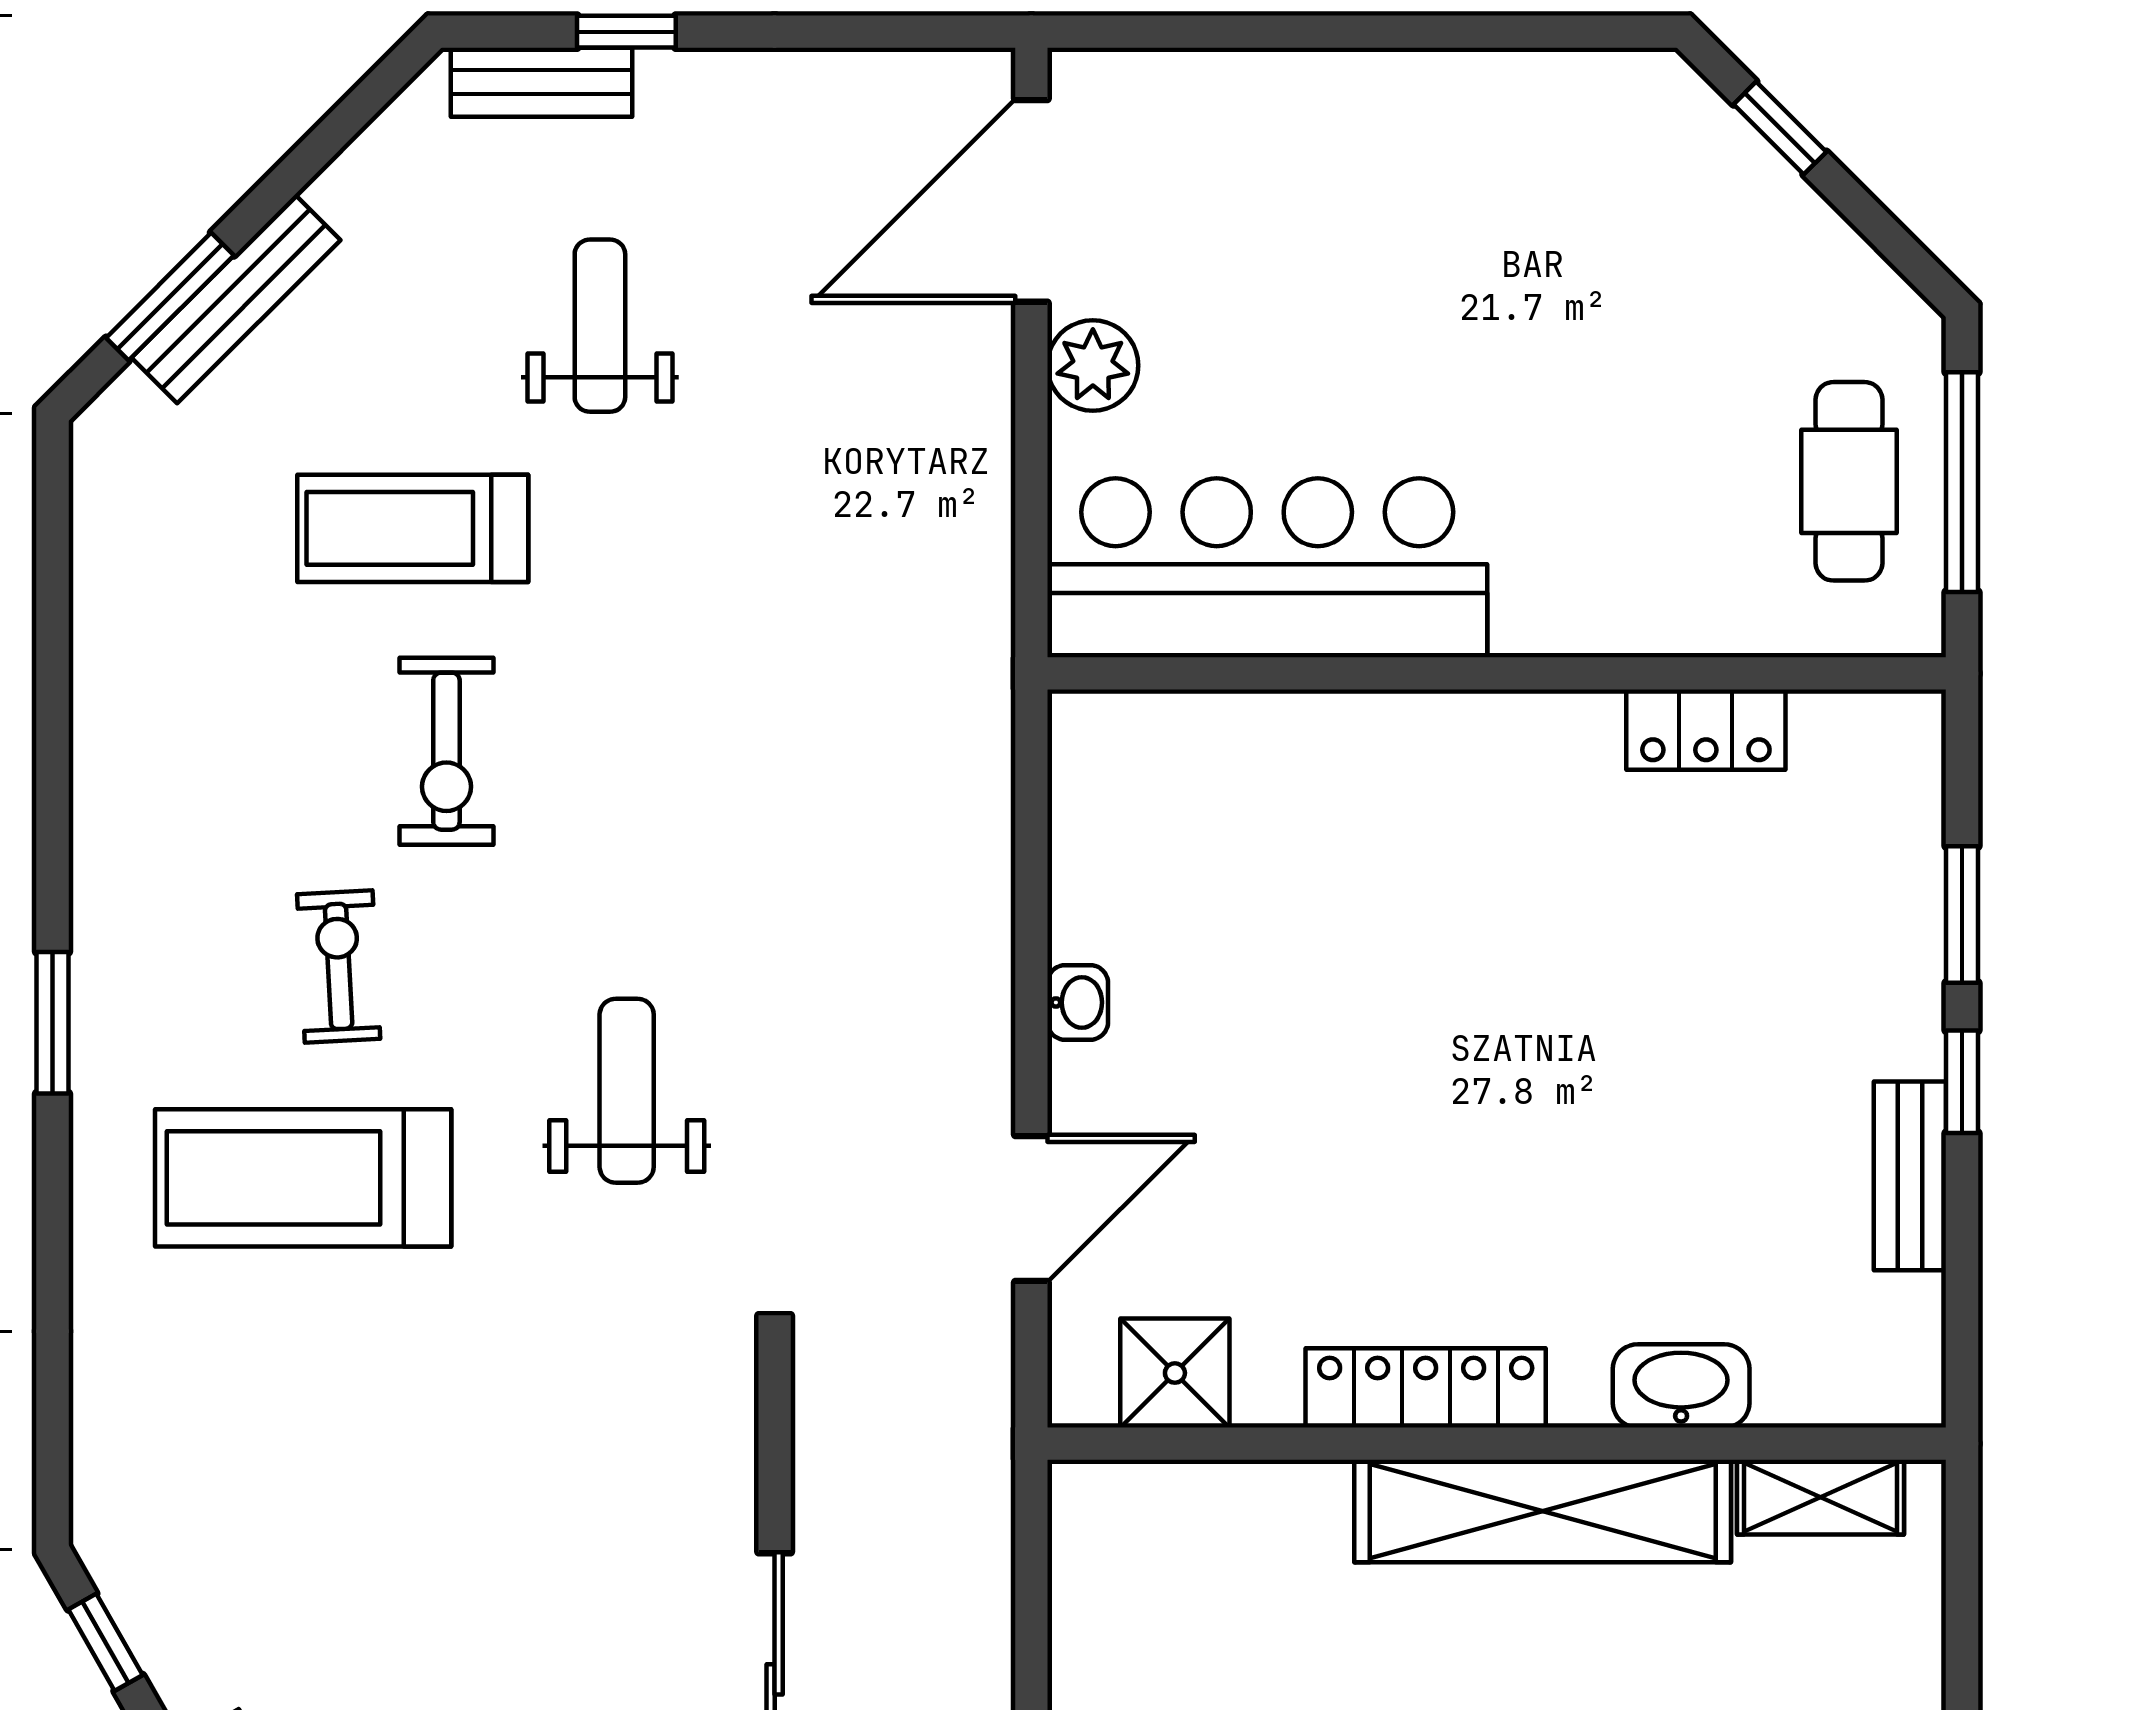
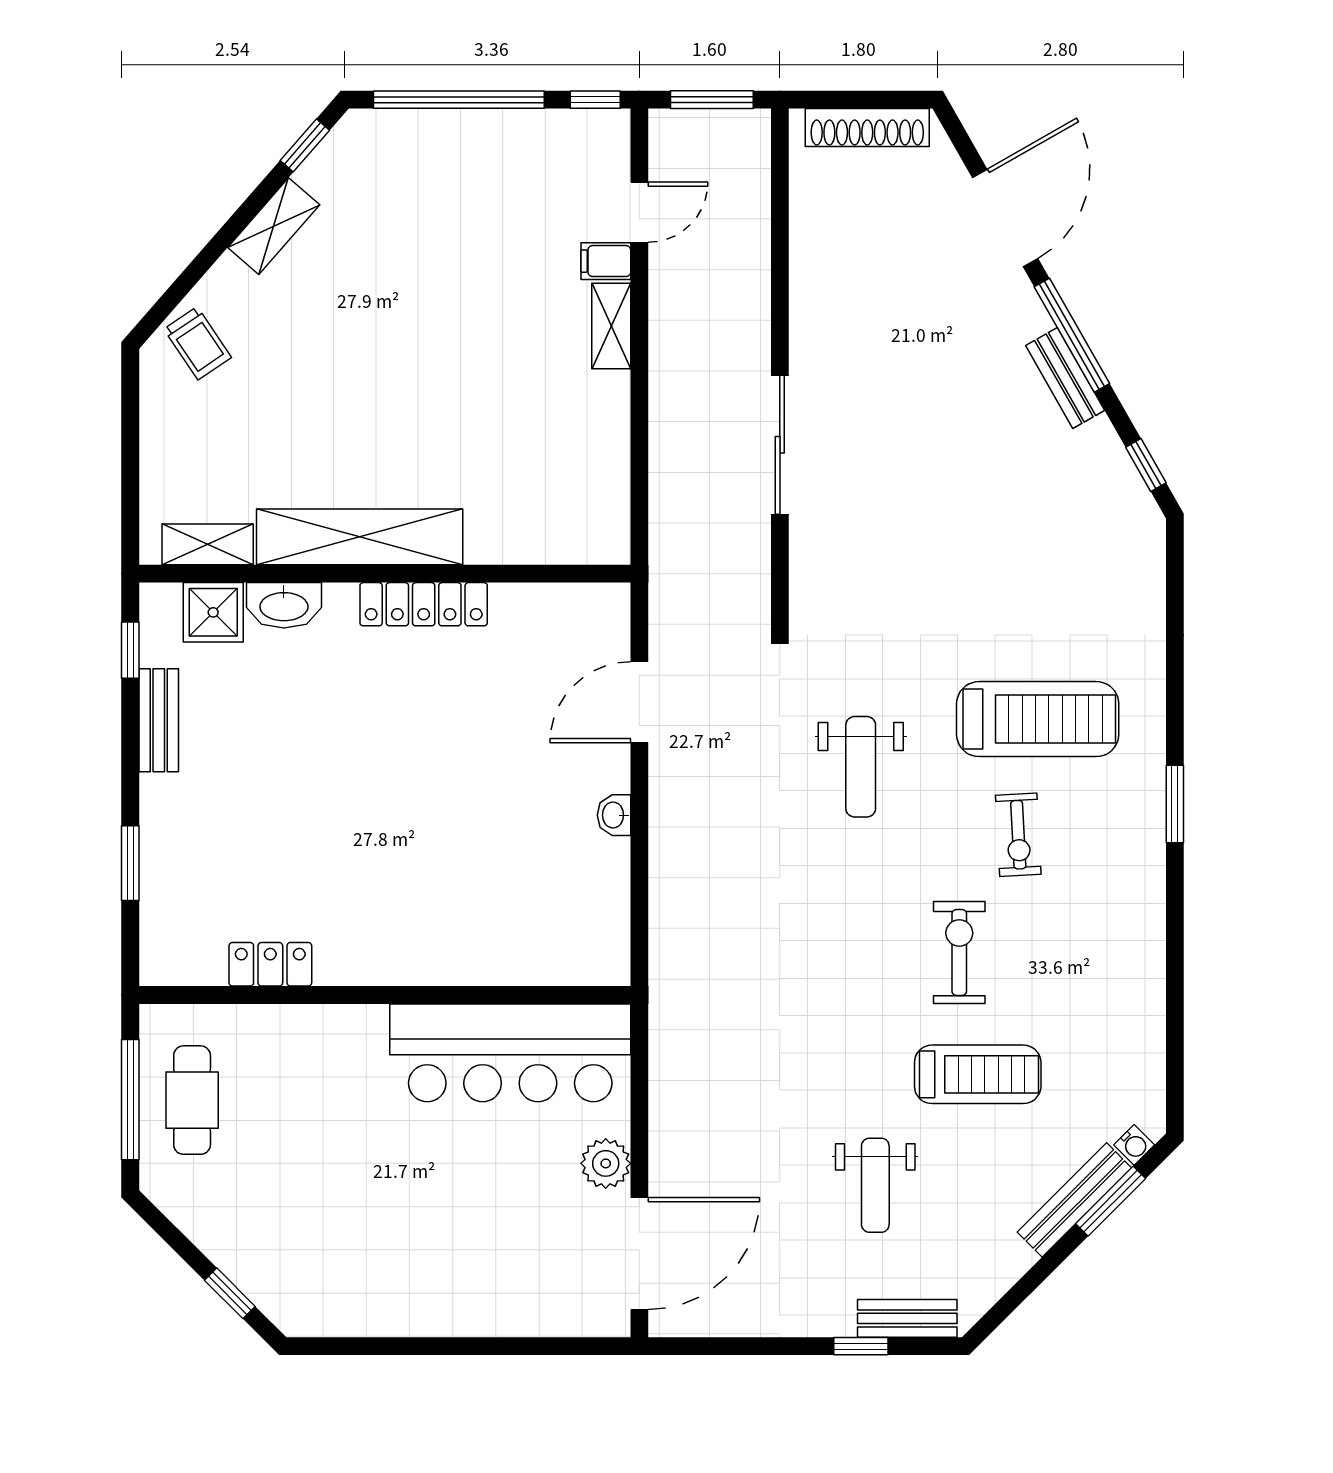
water cooler: (127, 400) -> (1134, 1145), added
window: (1962, 1082) -> (130, 650), moved
shower: (1175, 1373) -> (213, 612), moved

